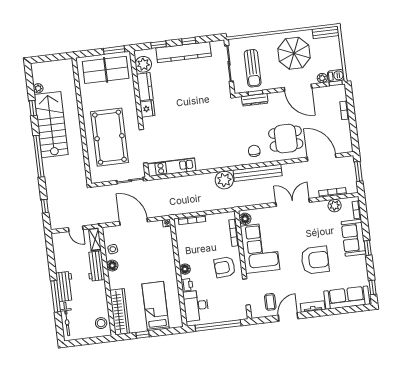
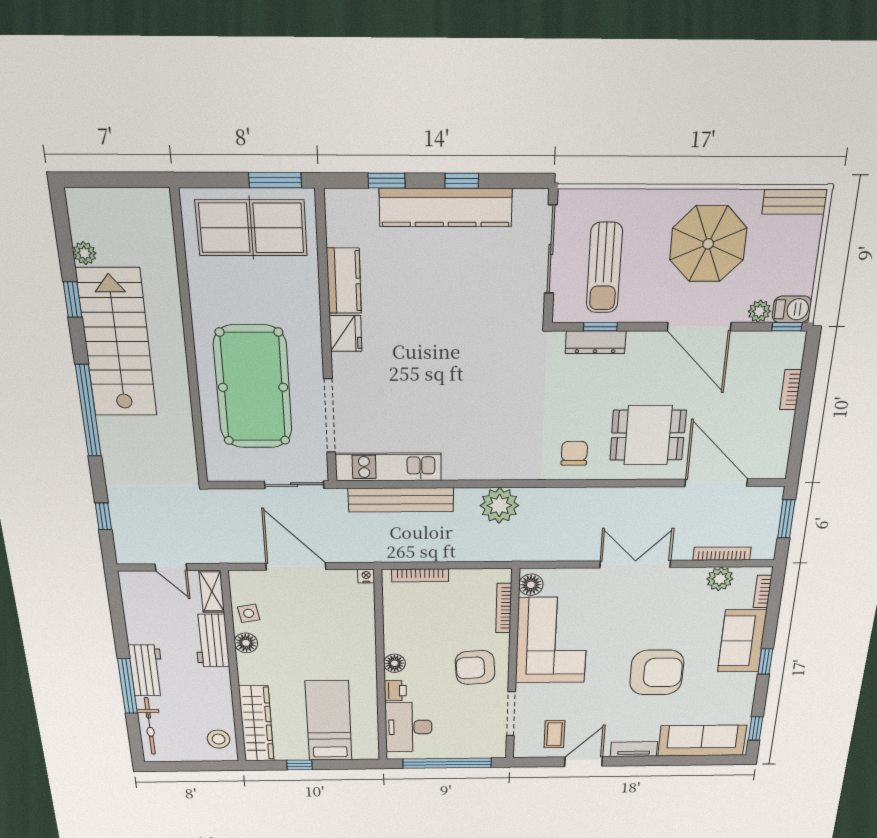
plant: (143, 64) -> (345, 226), removed
bench: (258, 173) -> (401, 500), moved

